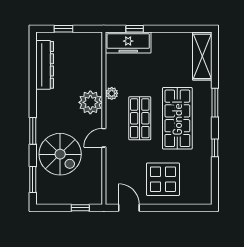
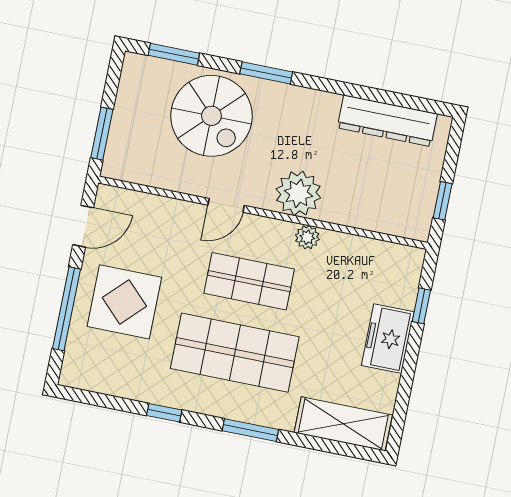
window: (64, 29) -> (443, 201), moved
freezer: (128, 42) -> (388, 339), moved, width x0.71
door: (104, 138) -> (226, 205), swing flipped
spiral stairs: (60, 154) -> (211, 116), turned -90
window: (80, 208) -> (102, 134), width x1.50
window: (172, 208) -> (66, 309), added

